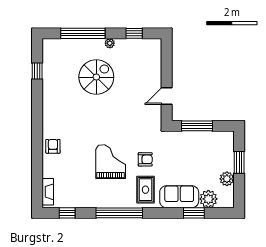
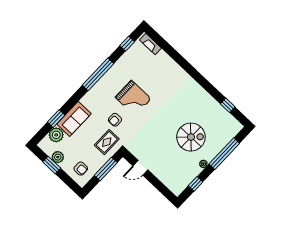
spiral stairs: (96, 77) -> (191, 137), turned -90
door: (167, 96) -> (140, 168), swing flipped
armchair: (53, 146) -> (81, 169), moved
window: (239, 162) -> (52, 165), moved
rug: (145, 190) -> (107, 142), moved, turned 90

